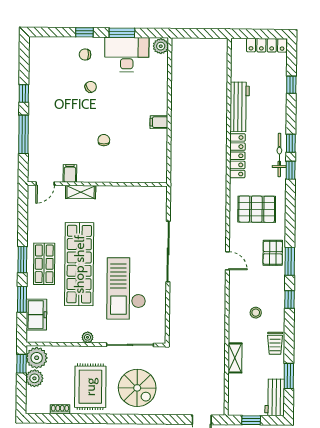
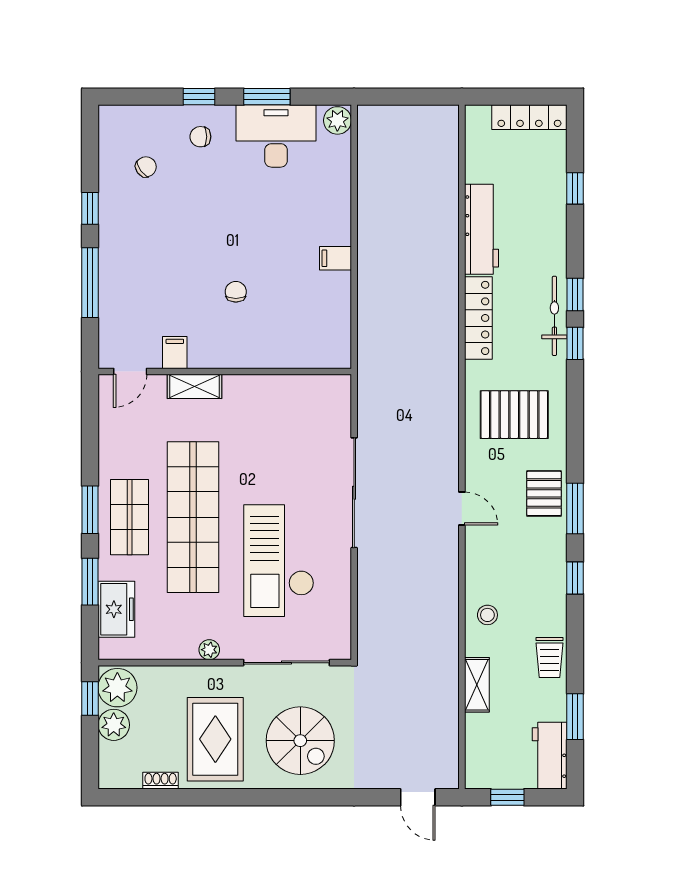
chair: (91, 87) -> (146, 167), moved
stool: (256, 313) -> (487, 615), moved

